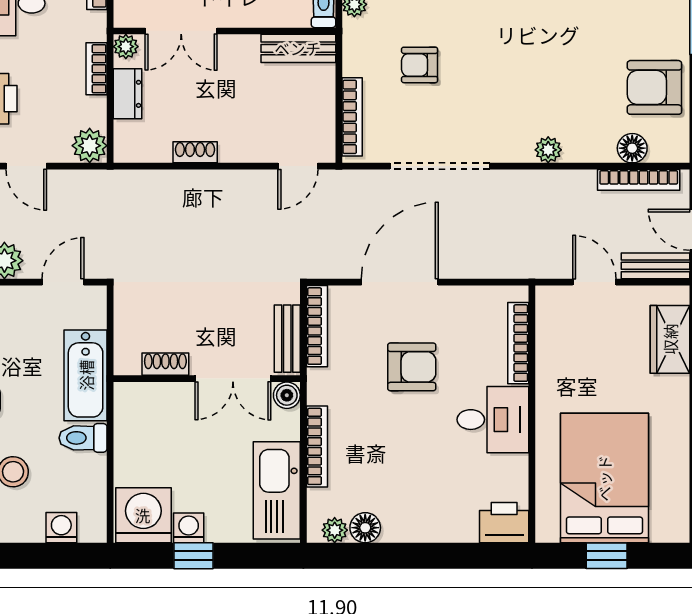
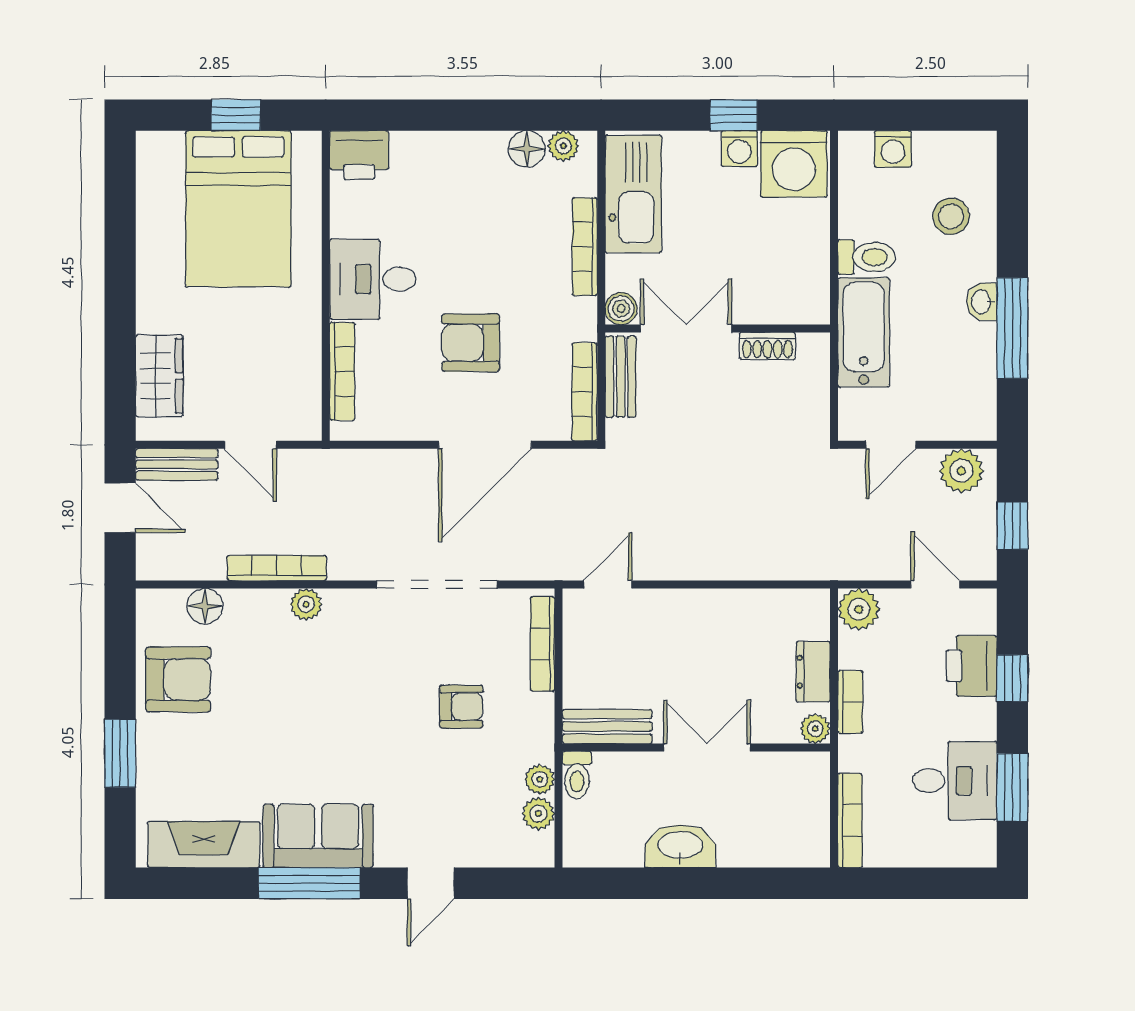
double door: (181, 31) -> (707, 747), moved
shoe rack: (195, 152) -> (732, 601), removed
bookcase: (639, 180) -> (277, 568), moved

